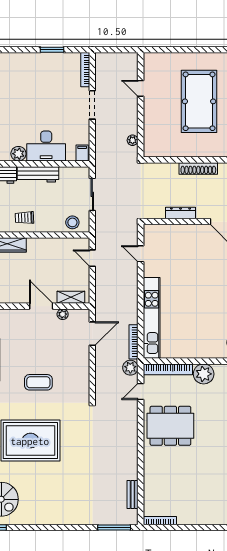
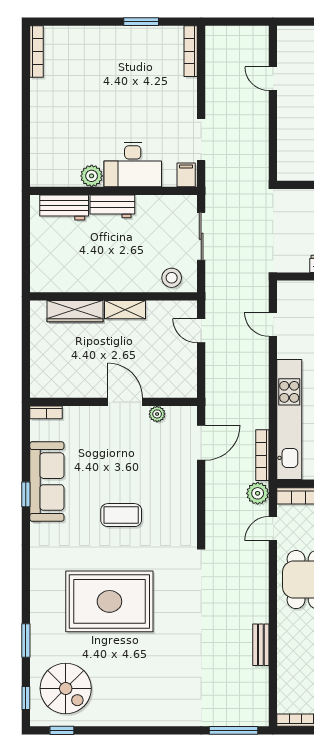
doorway: (92, 105) -> (201, 140), moved
plant: (133, 140) -> (261, 156), removed
workbench: (38, 174) -> (112, 206), width x0.73
trolley: (24, 218) -> (100, 271), removed
shelving: (71, 297) -> (125, 310), moved
bench: (133, 494) -> (261, 645), moved

